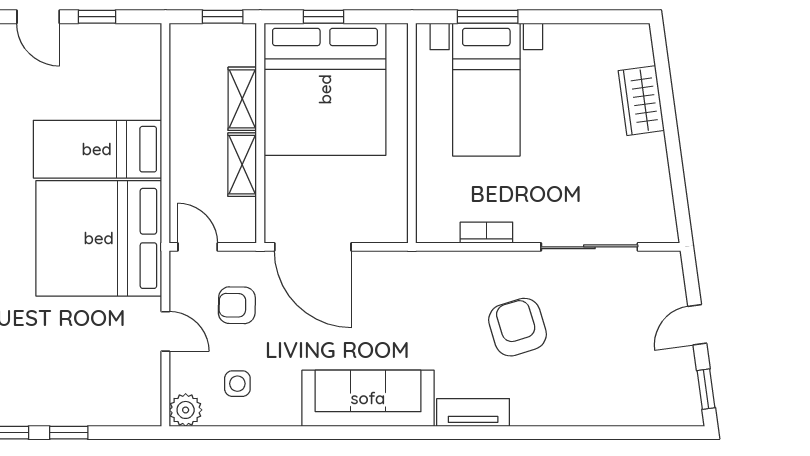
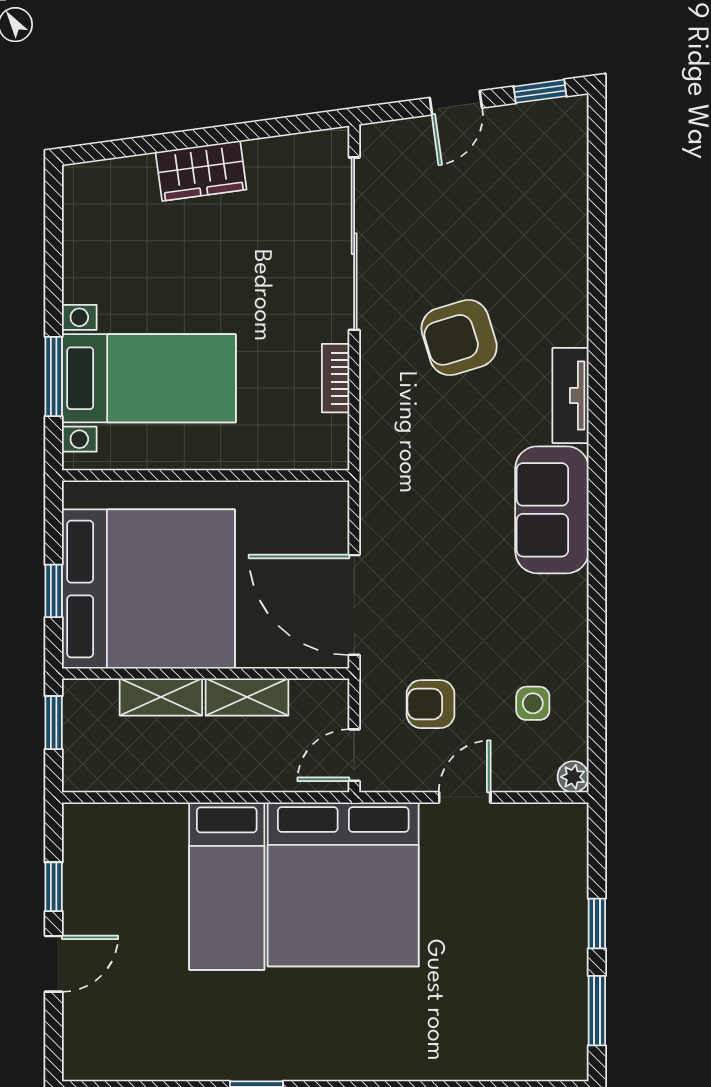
wardrobe: (641, 101) -> (201, 171), moved
door: (313, 247) -> (354, 605), swing flipped
sliding door: (589, 247) -> (354, 244), width x1.36
armchair: (237, 305) -> (431, 704), turned 89
door: (697, 325) -> (456, 103), hinge flipped
sofa: (368, 398) -> (552, 510), width x0.73
plant: (186, 410) -> (573, 777), width x0.73, depth x0.73

